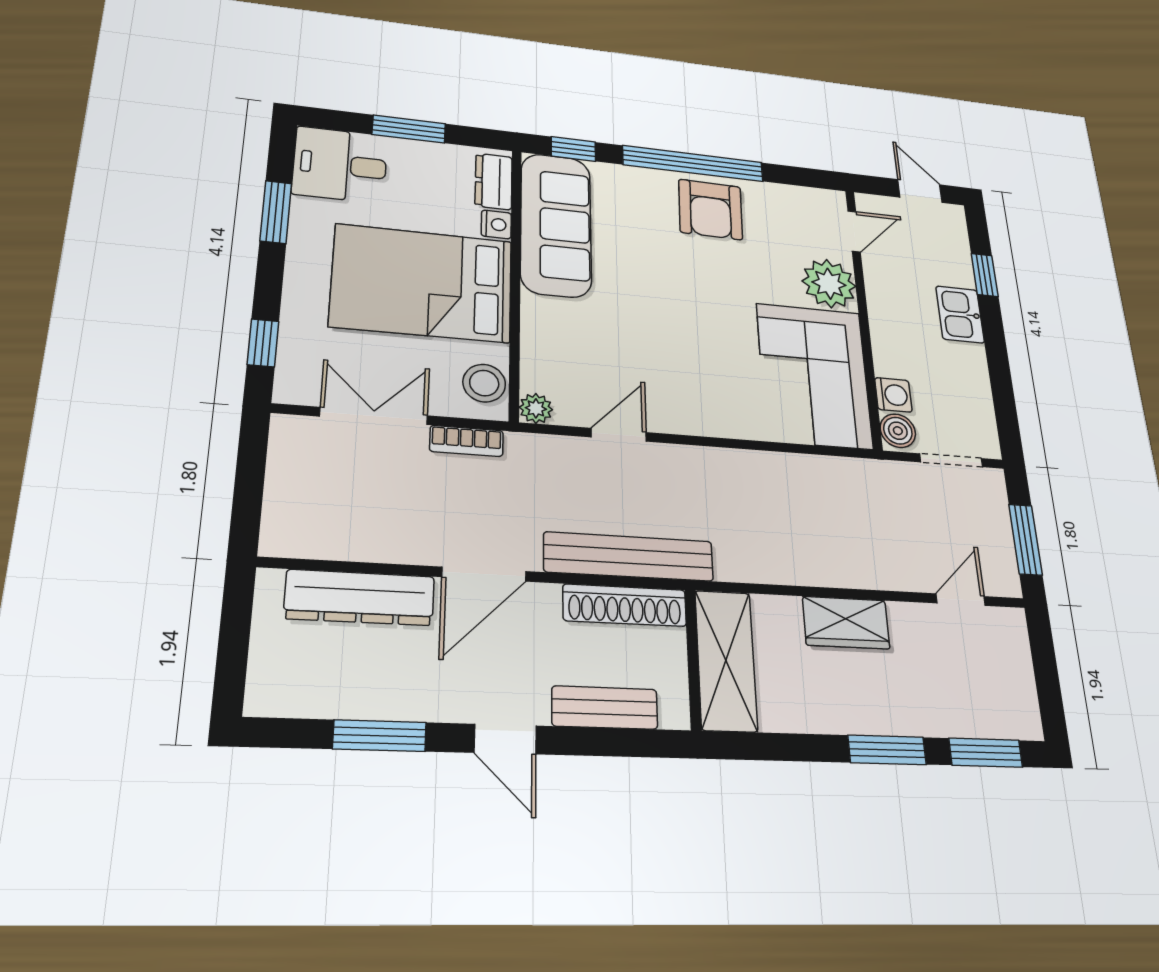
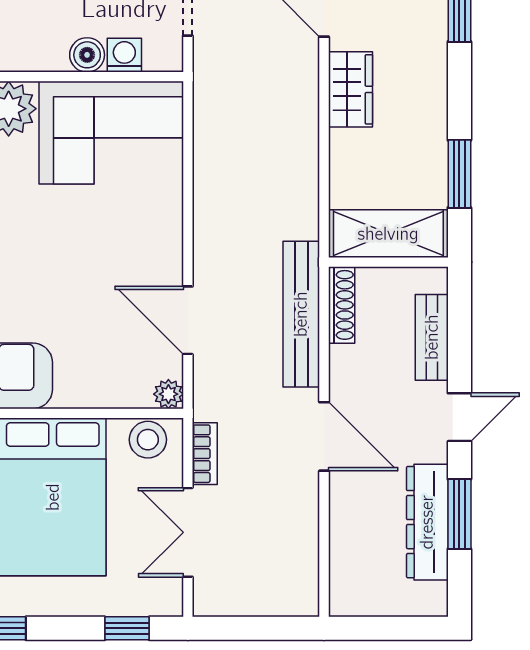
boiler: (898, 431) -> (87, 55), moved
door: (619, 435) -> (188, 320), width x1.38
dresser: (360, 597) -> (427, 522), moved, turned 180
shoe rack: (625, 605) -> (342, 305), width x0.74, depth x0.81
wardrobe: (846, 623) -> (350, 89), moved
window: (887, 750) -> (459, 174), moved

